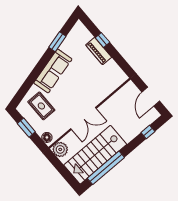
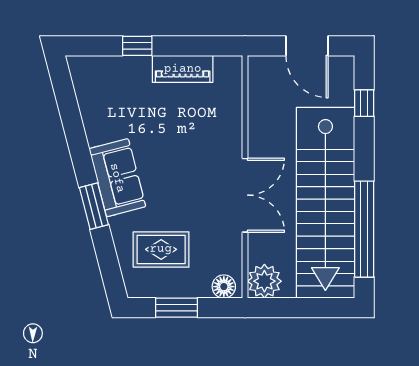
window: (57, 42) -> (94, 206), moved
piano: (99, 51) -> (183, 69), moved
sofa: (53, 71) -> (117, 178), width x0.73
stairs: (95, 155) -> (325, 203), width x1.36

